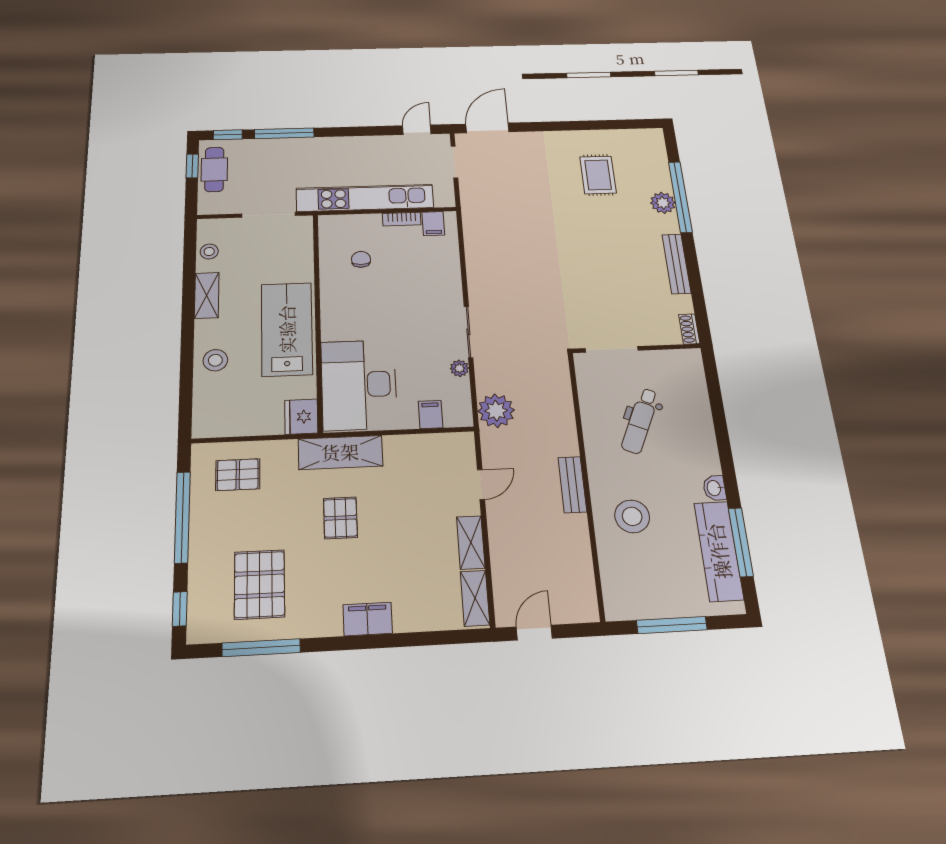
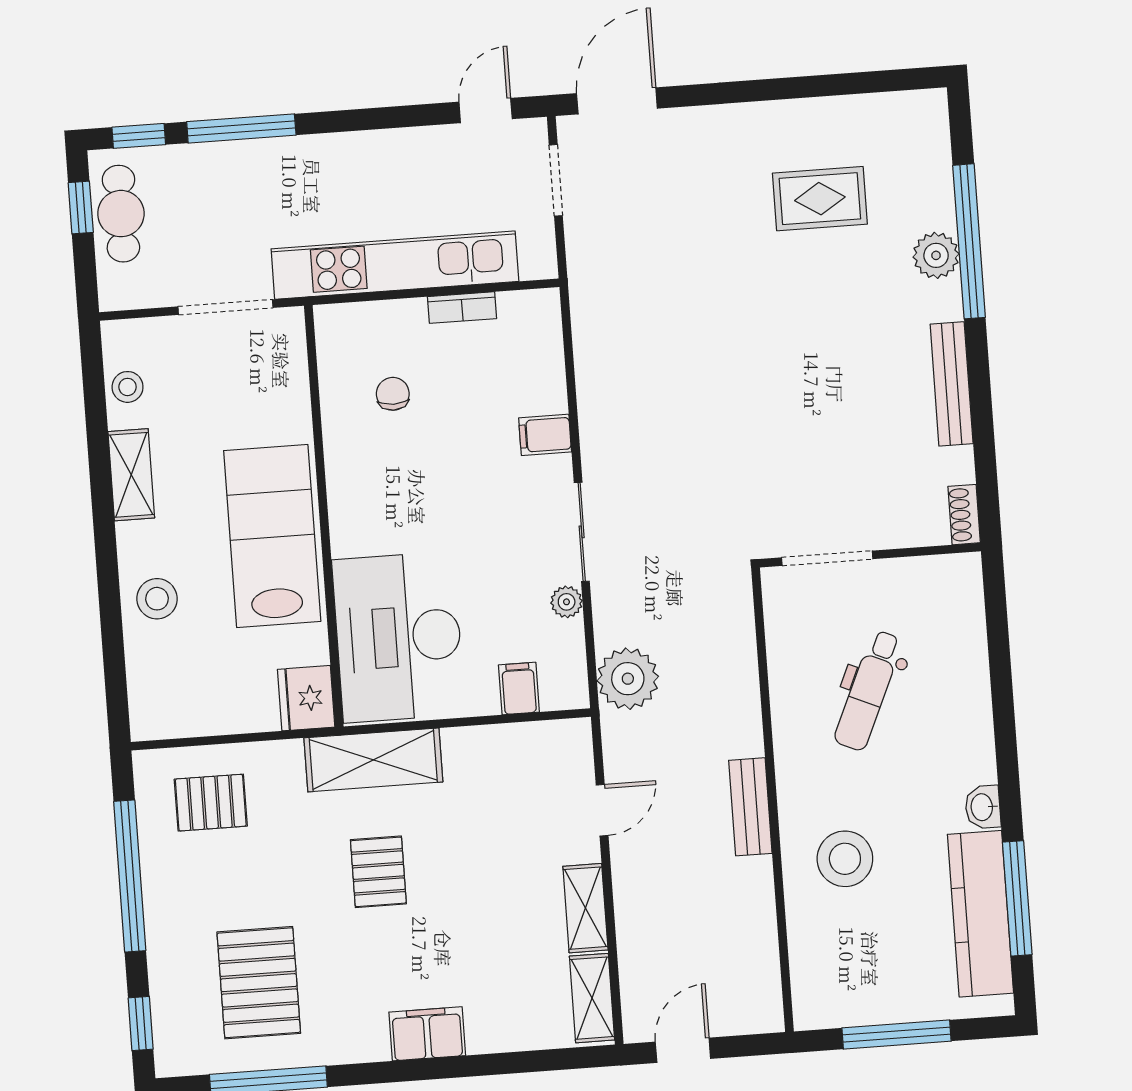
rug: (598, 175) -> (820, 199), turned 90
filing cabinet: (433, 224) -> (545, 435), moved, turned 90

